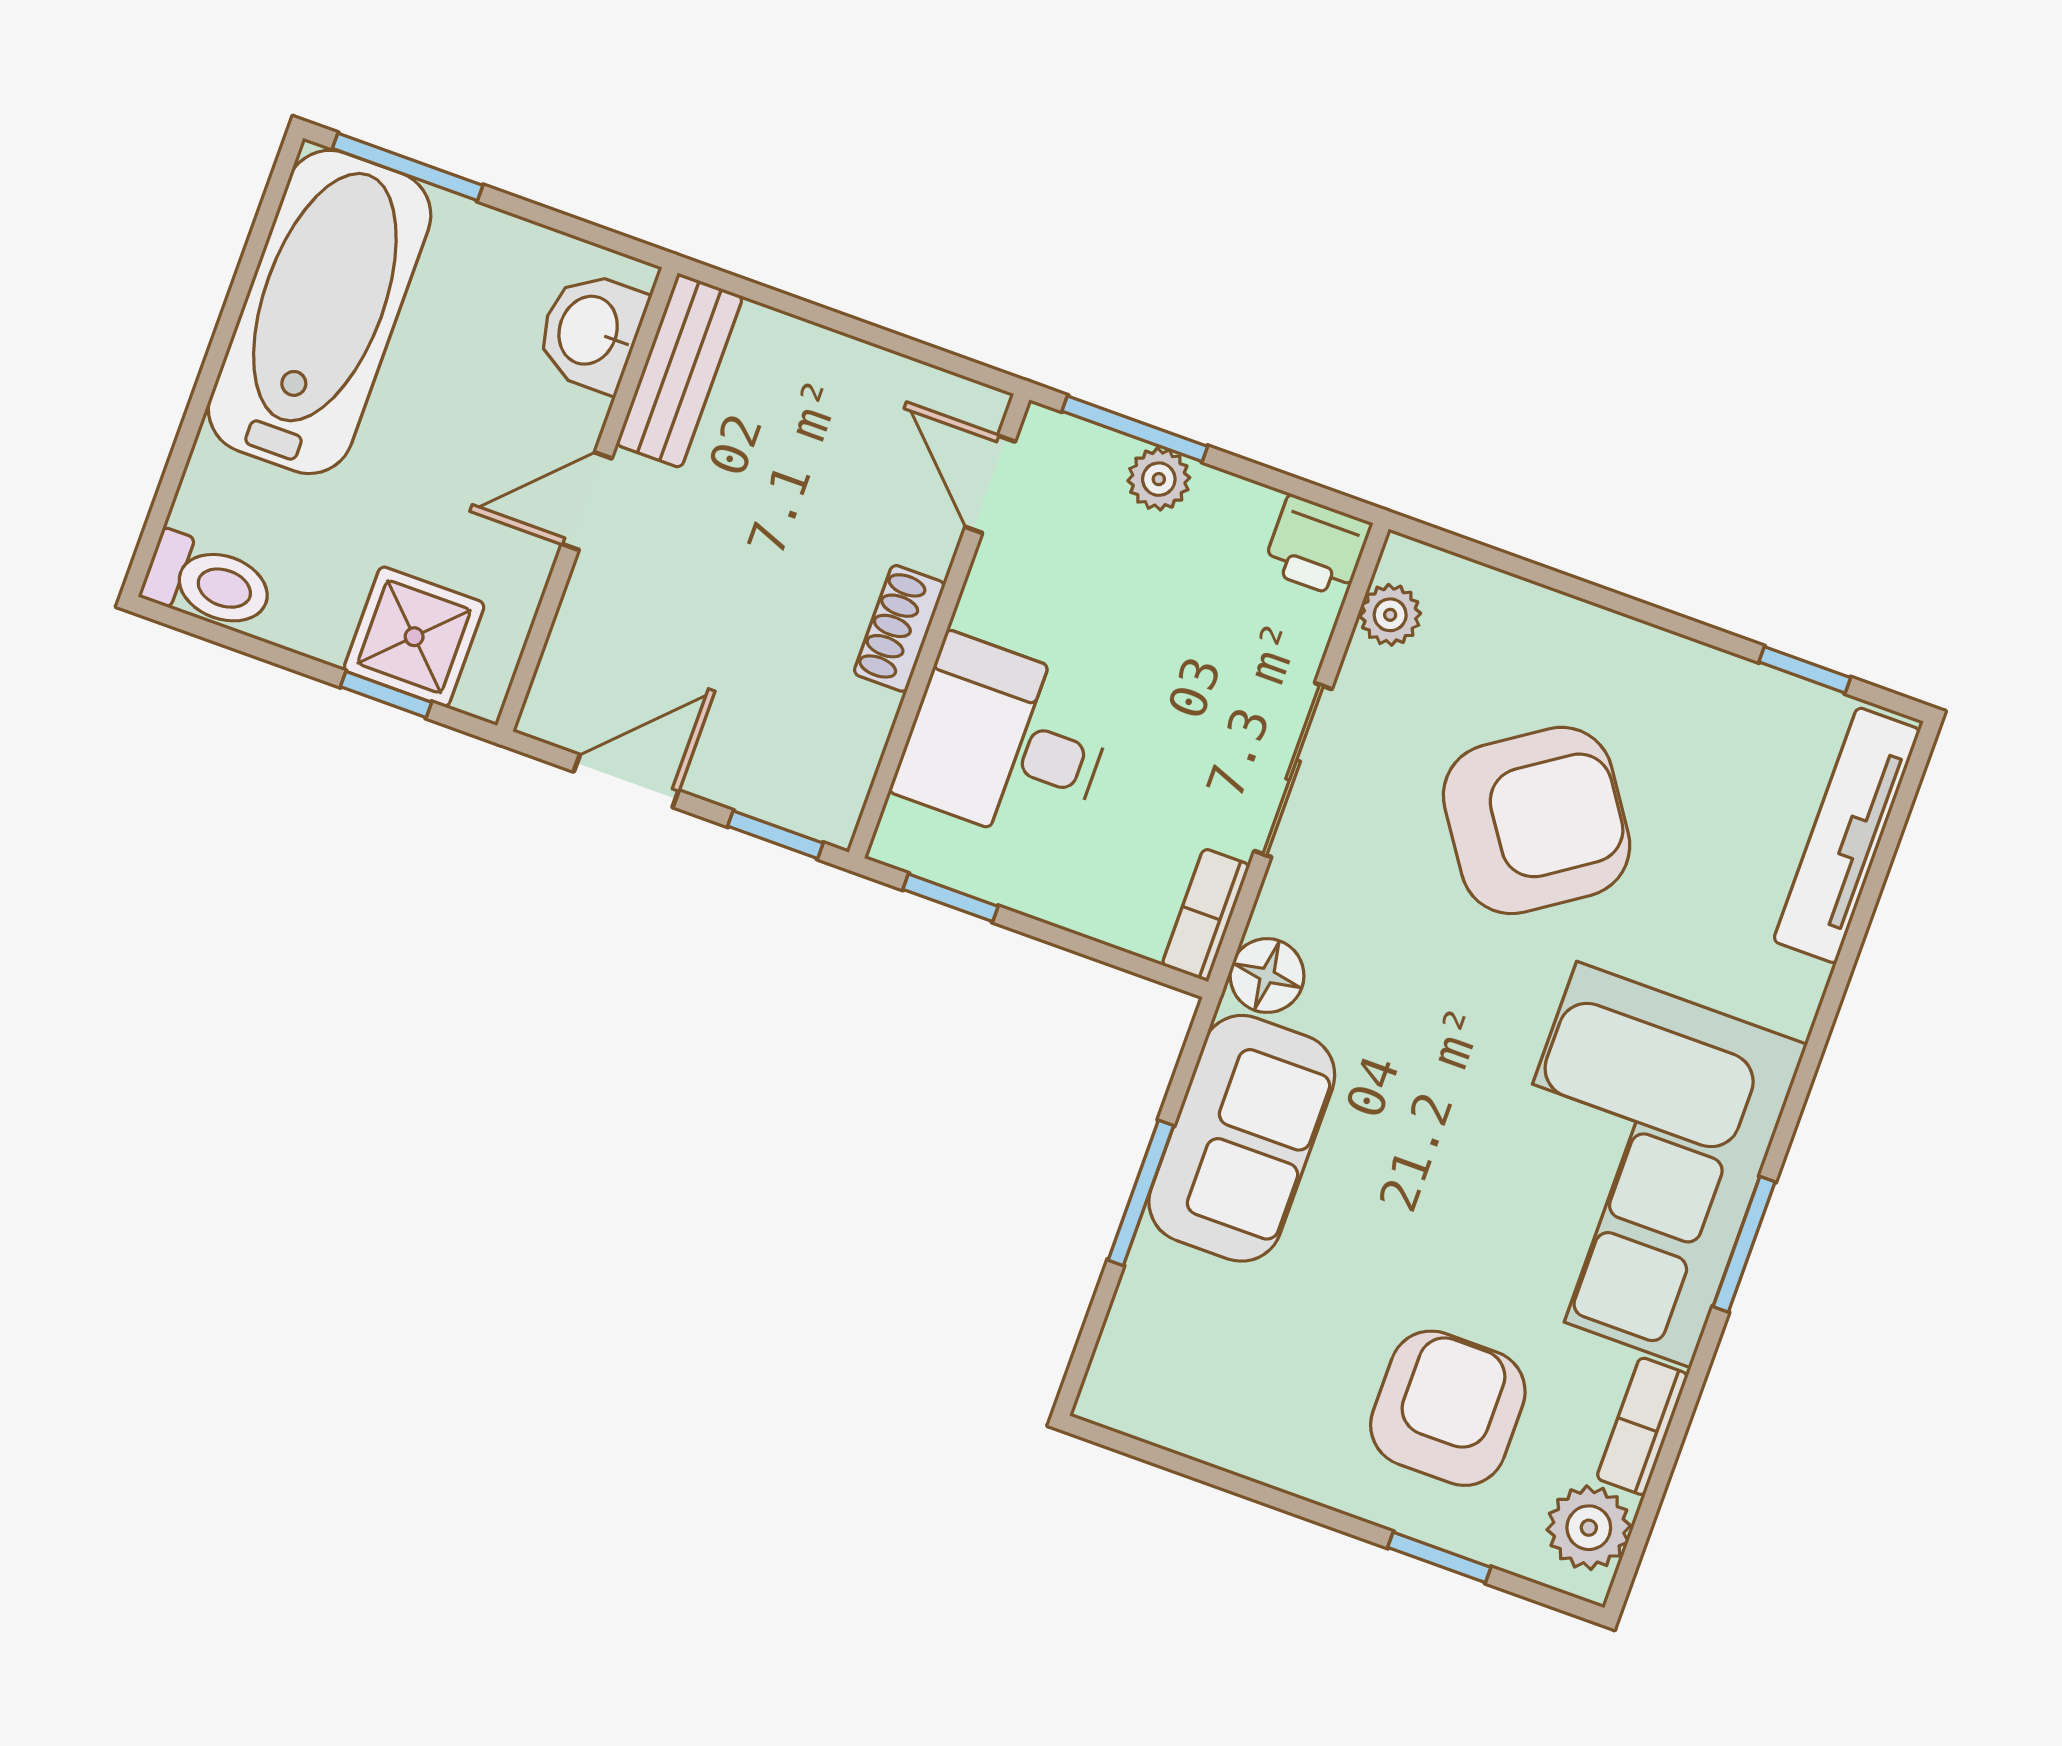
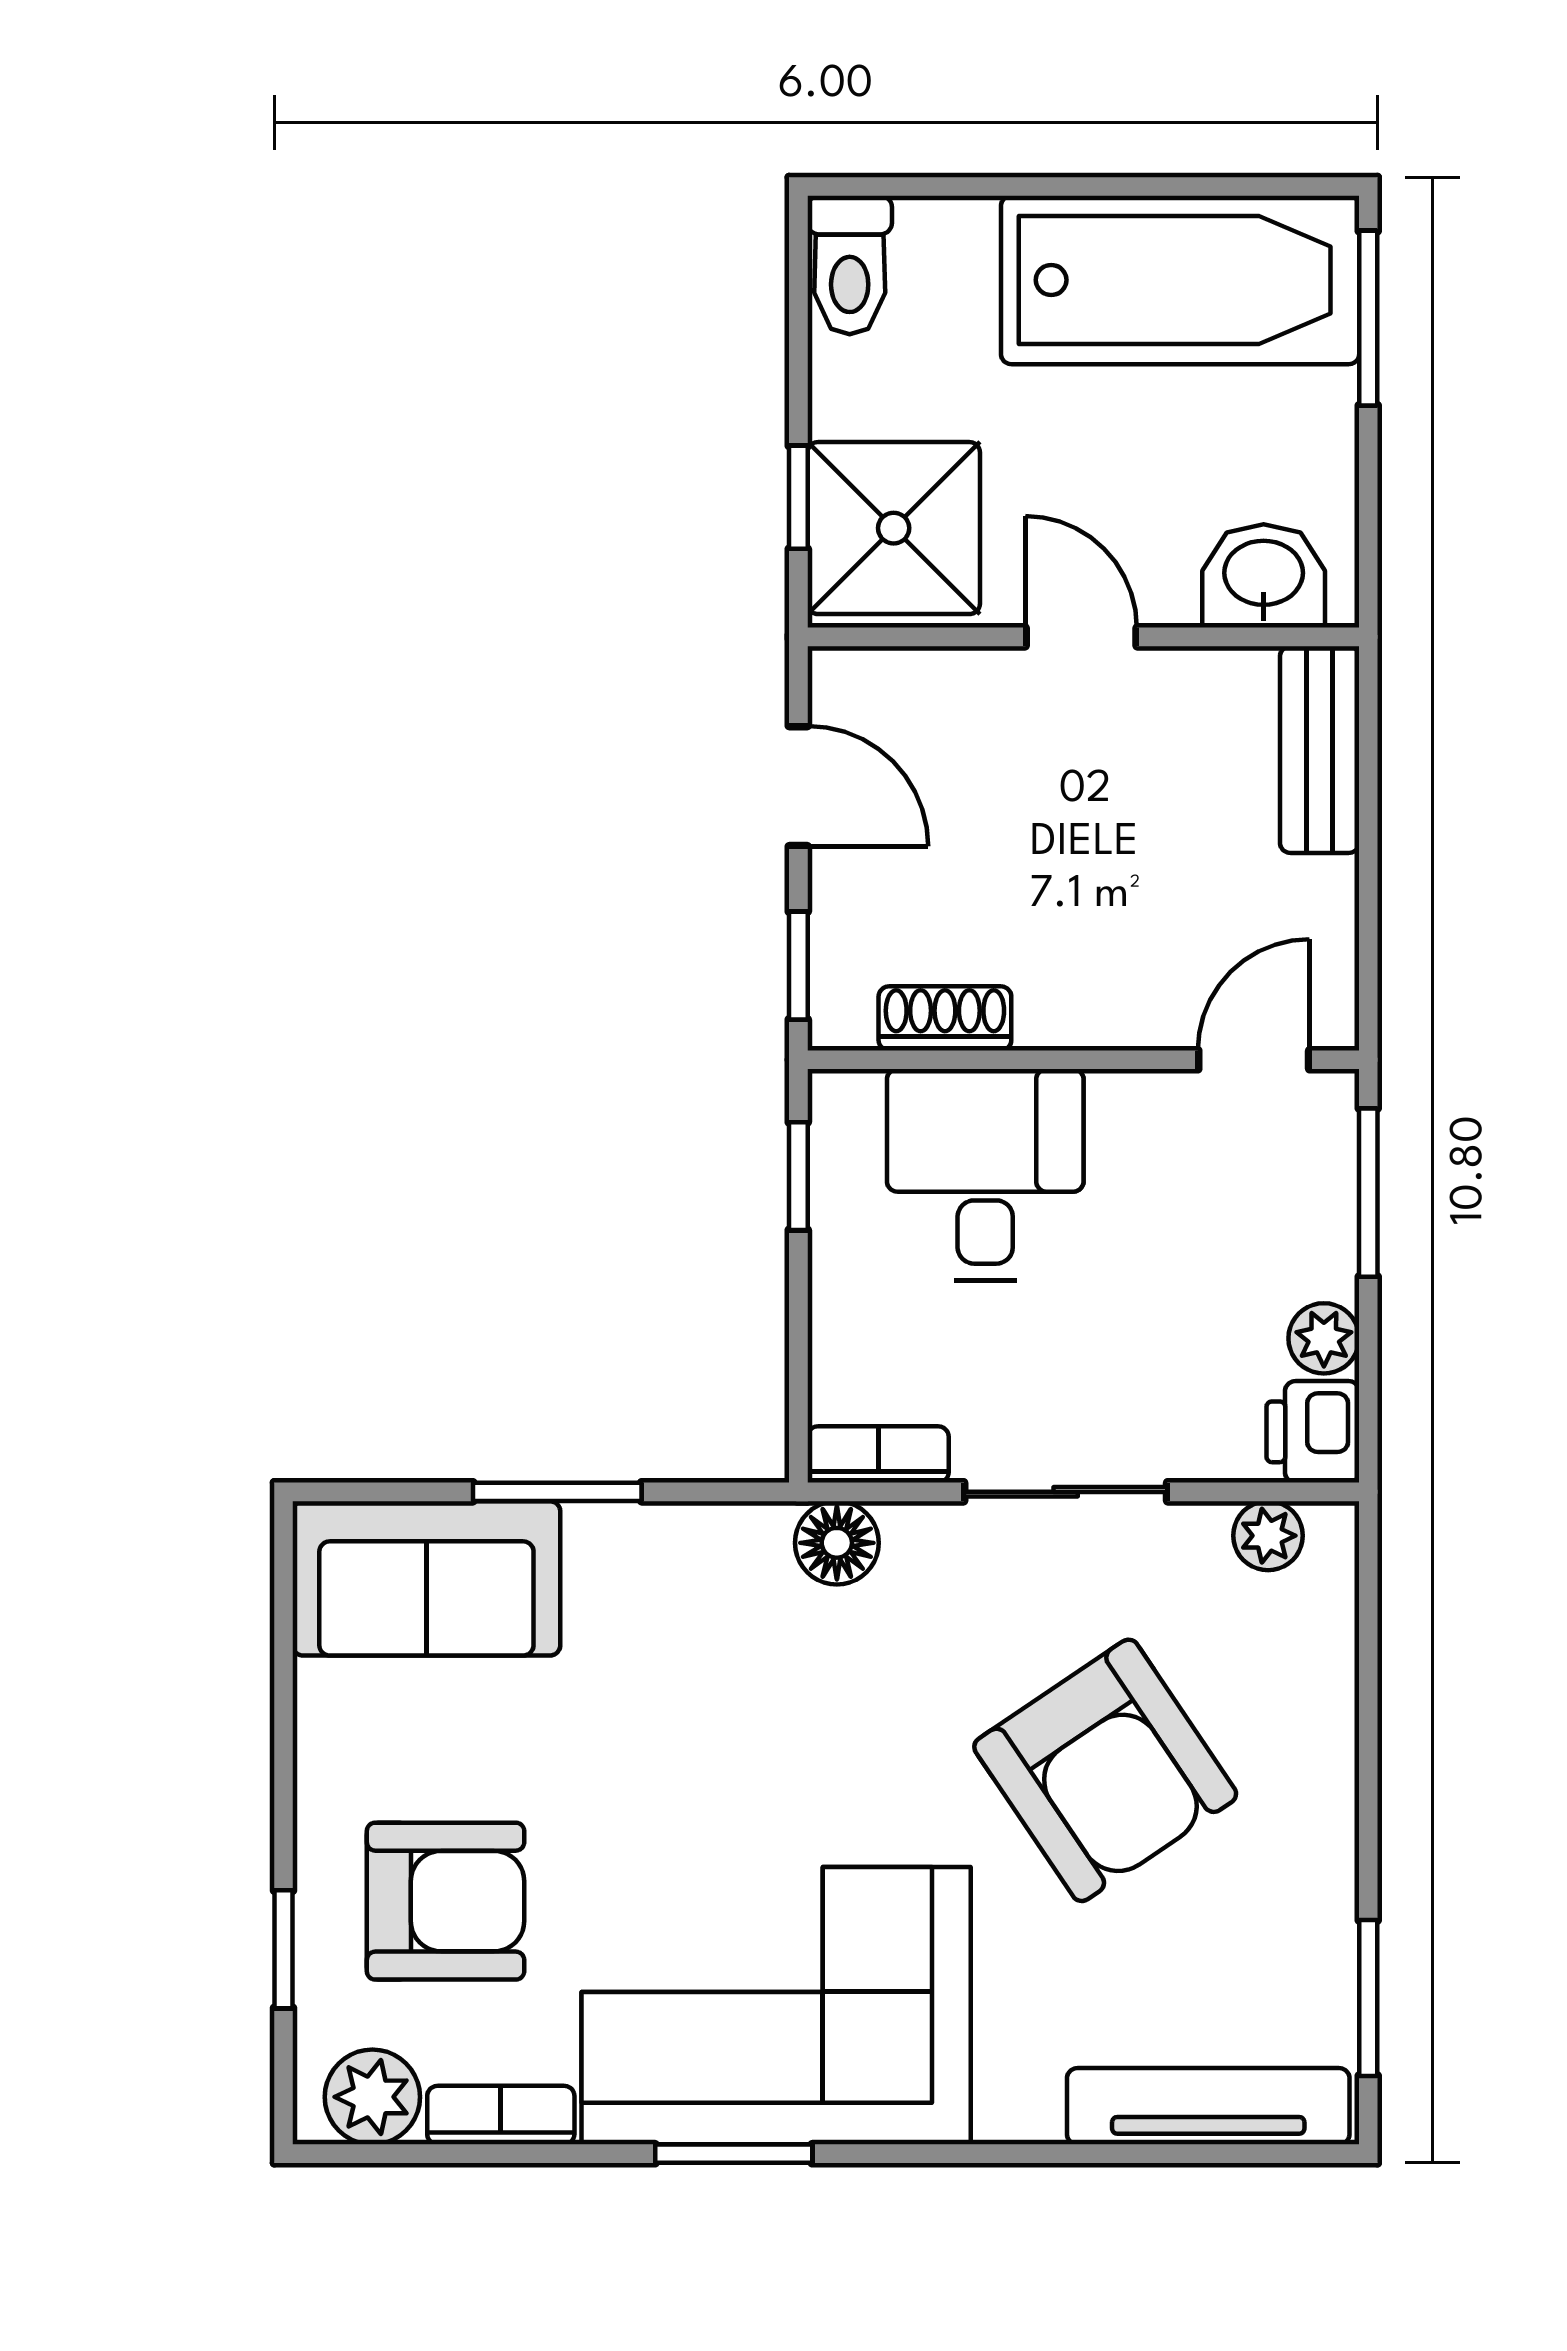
bench: (679, 371) -> (1320, 750), moved, turned 90
plant: (1159, 479) -> (1324, 1338), moved
shoe rack: (899, 628) -> (945, 1018), moved
shower: (414, 637) -> (894, 528), width x1.36, depth x1.36
window: (1805, 670) -> (1368, 1998), width x1.50
sofa: (1242, 1138) -> (426, 1578), moved

